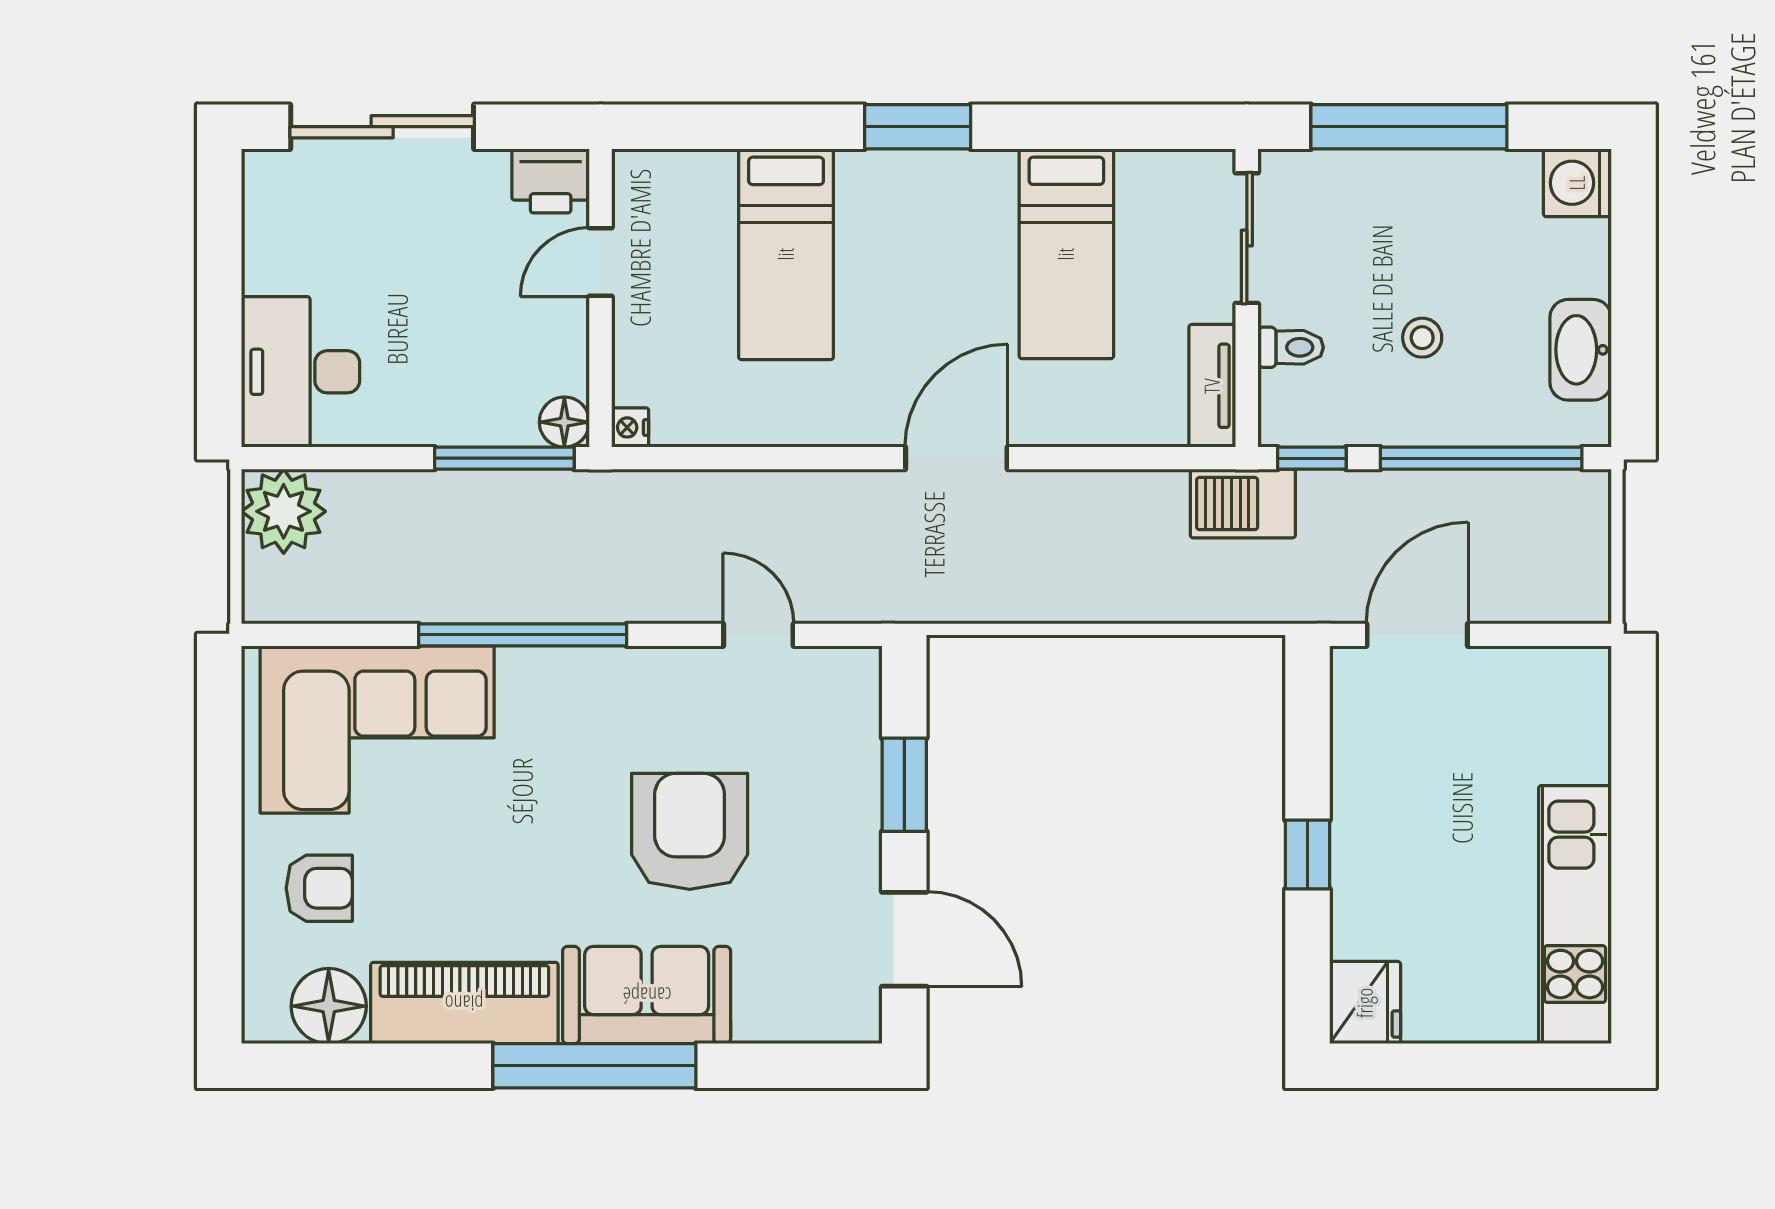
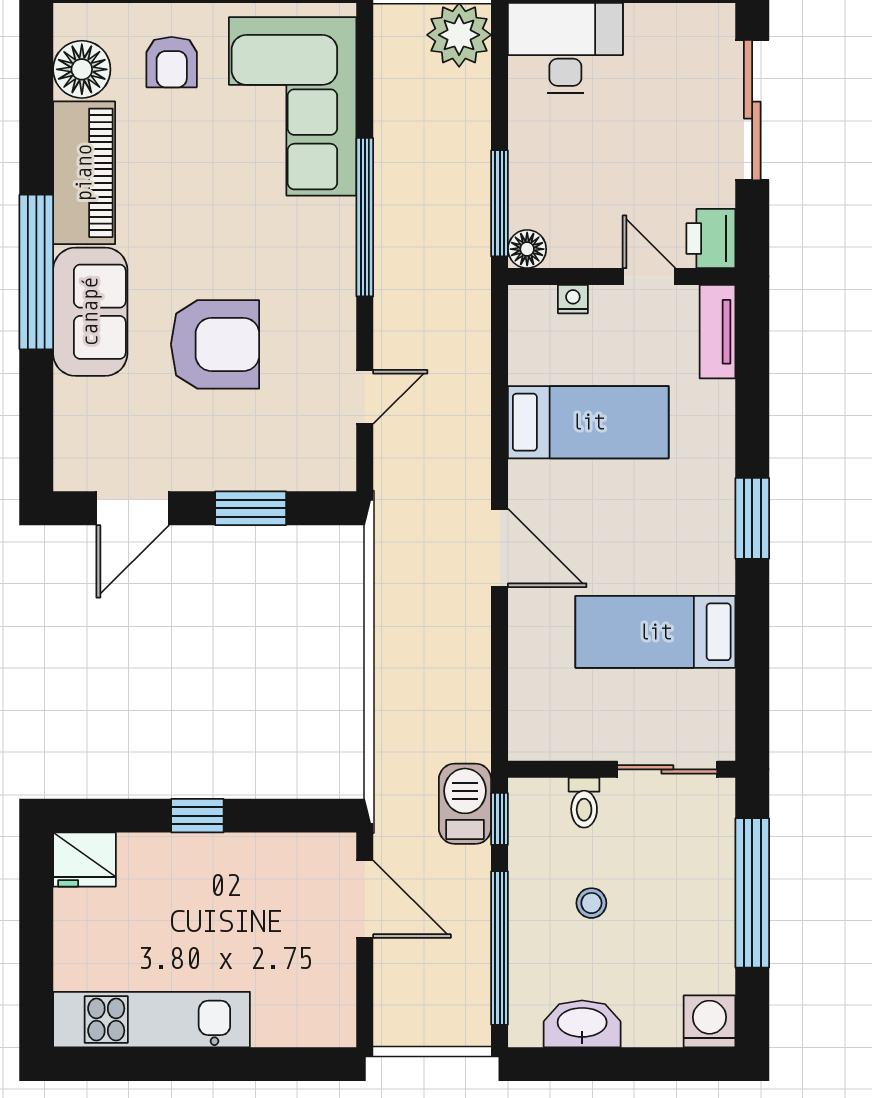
bed: (786, 254) -> (588, 422), moved, turned 180
tv unit: (1212, 386) -> (718, 332), moved, turned -90
nightstand: (630, 427) -> (573, 299), moved
barbecue: (1243, 504) -> (465, 804), moved

